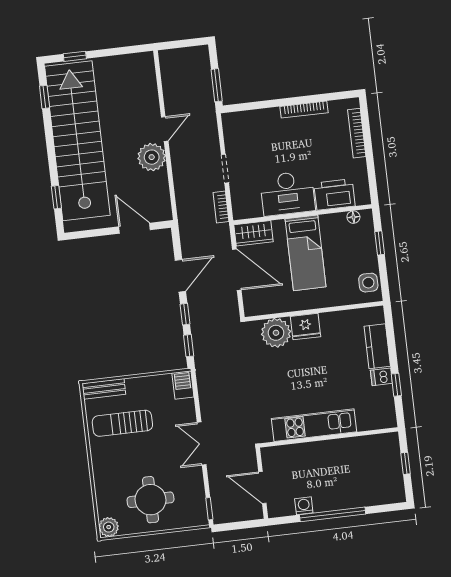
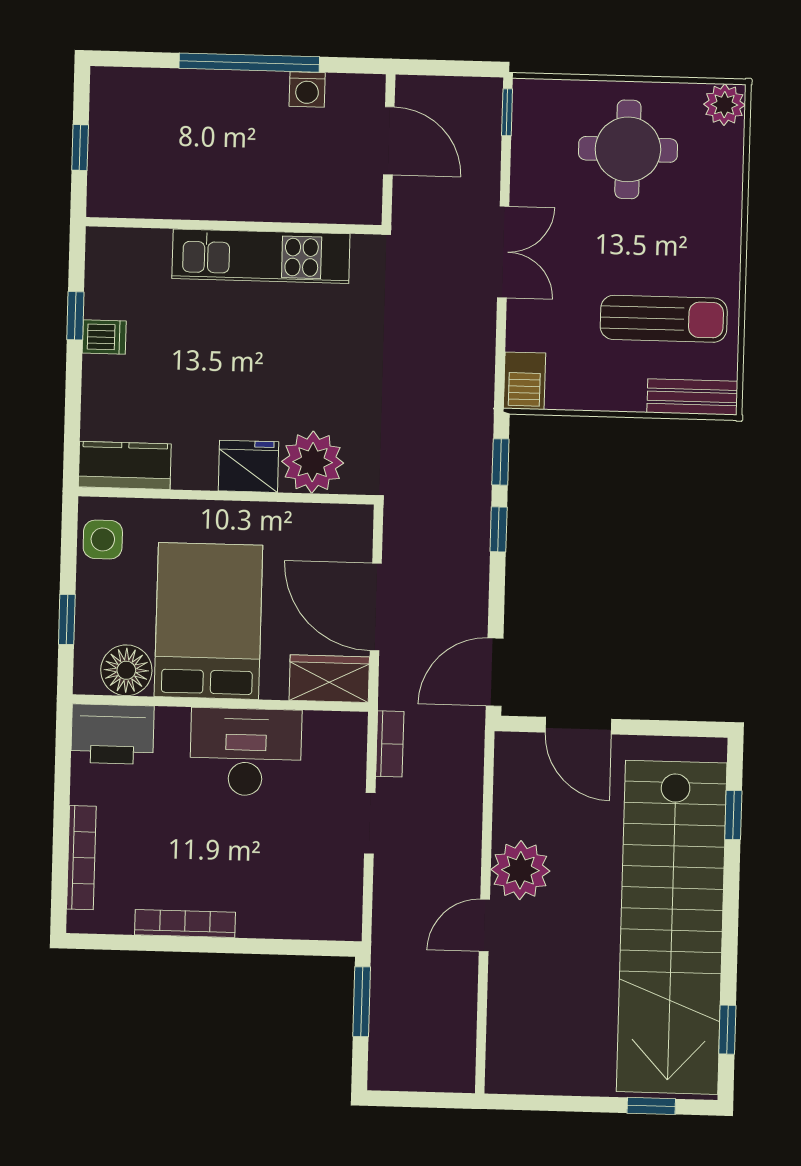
printer: (335, 195) -> (112, 734), moved
floor lamp: (353, 217) -> (126, 670), width x1.89, depth x1.89
bed: (306, 253) -> (208, 621), width x1.50
door: (180, 276) -> (495, 672), moved
kitchen counter: (377, 346) -> (125, 465), moved, turned -90

